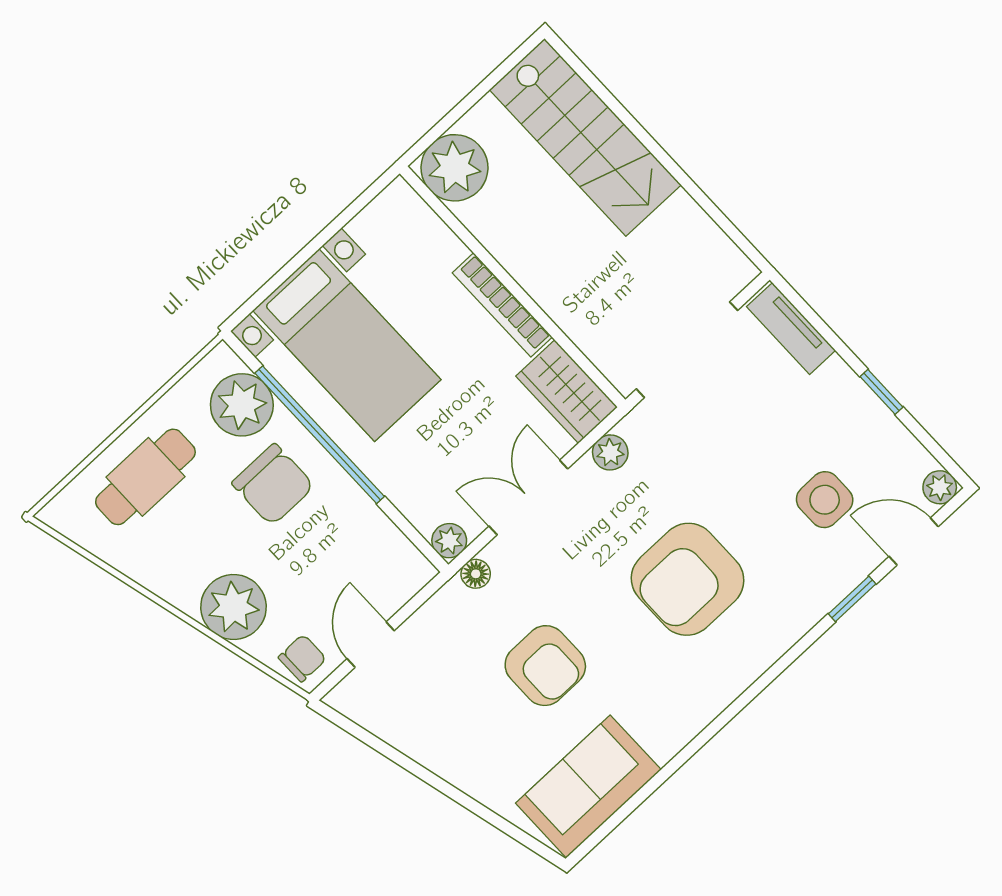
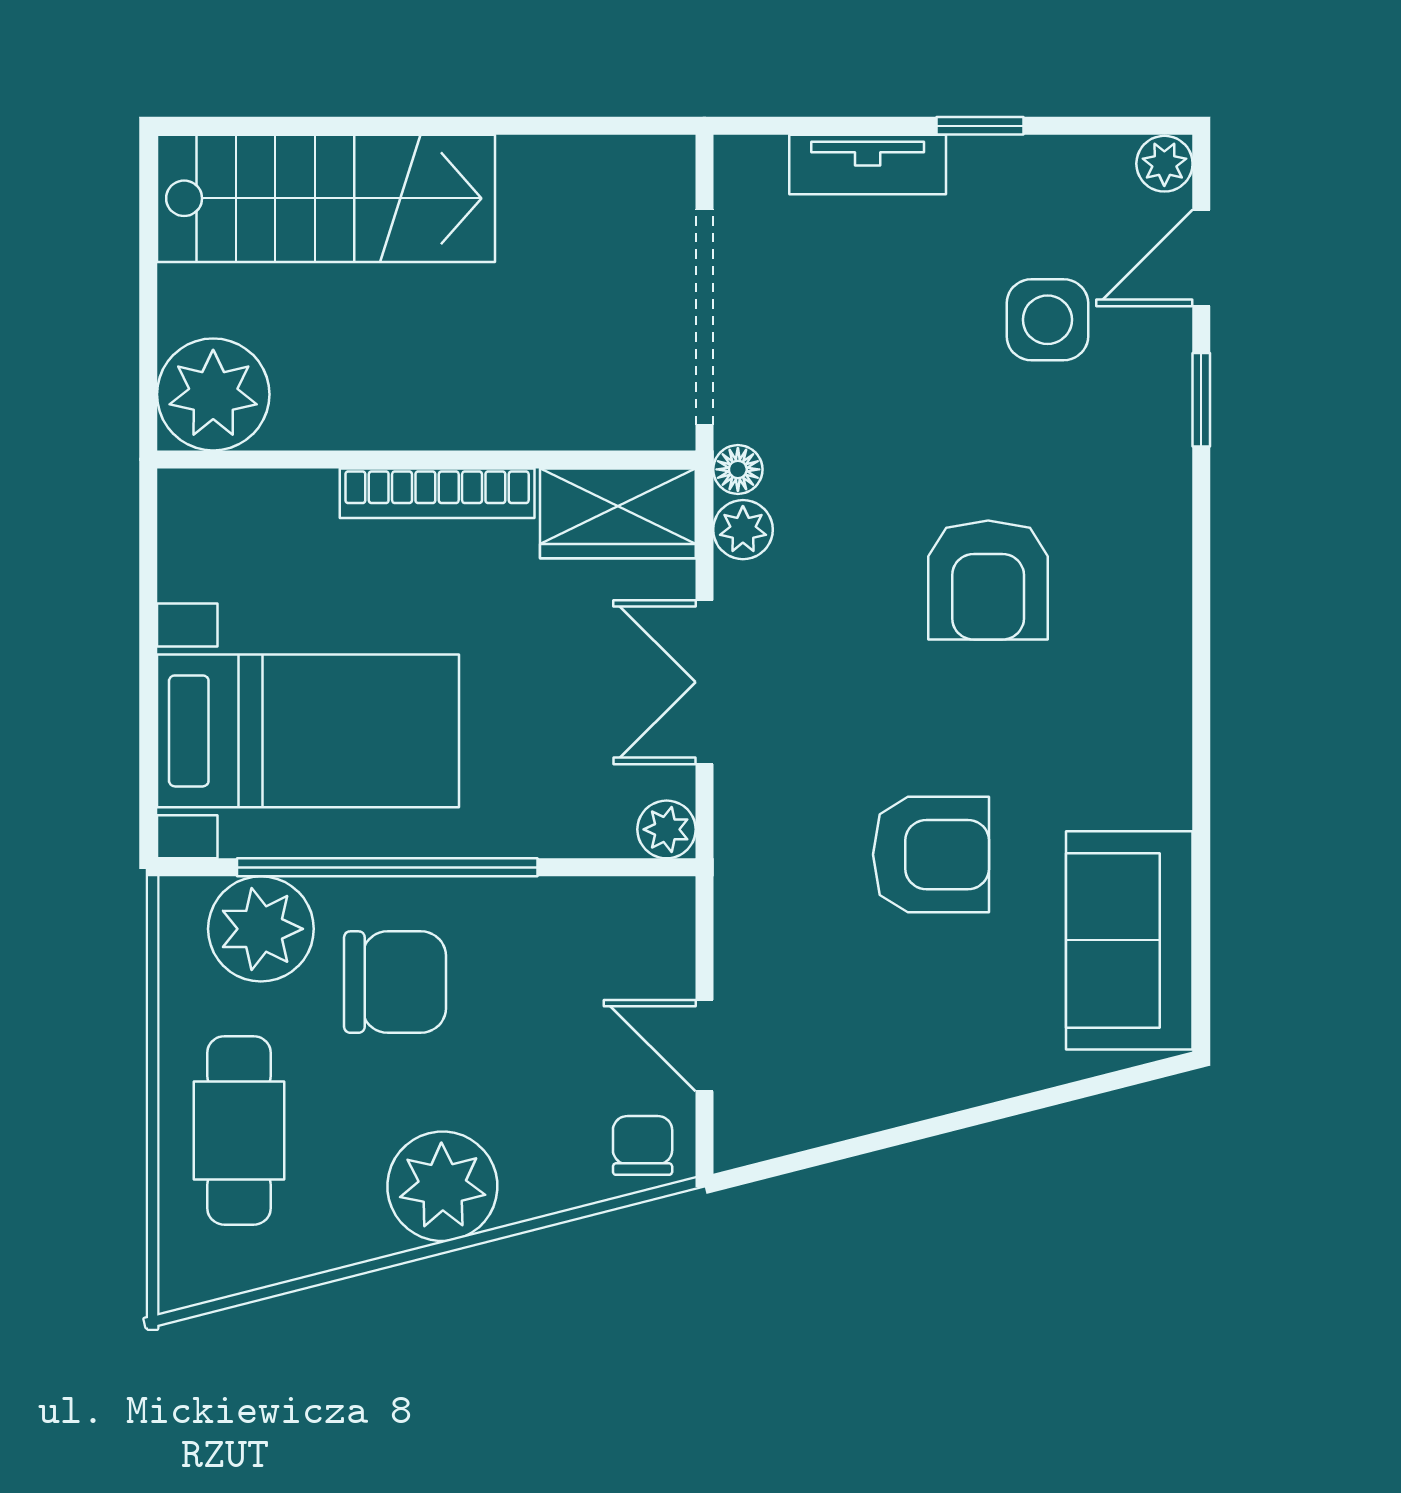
tv unit: (791, 329) -> (868, 164), moved
floor lamp: (476, 574) -> (738, 469), moved
armchair: (688, 579) -> (988, 580), width x0.73, depth x0.73
plant: (234, 607) -> (442, 1186), moved

